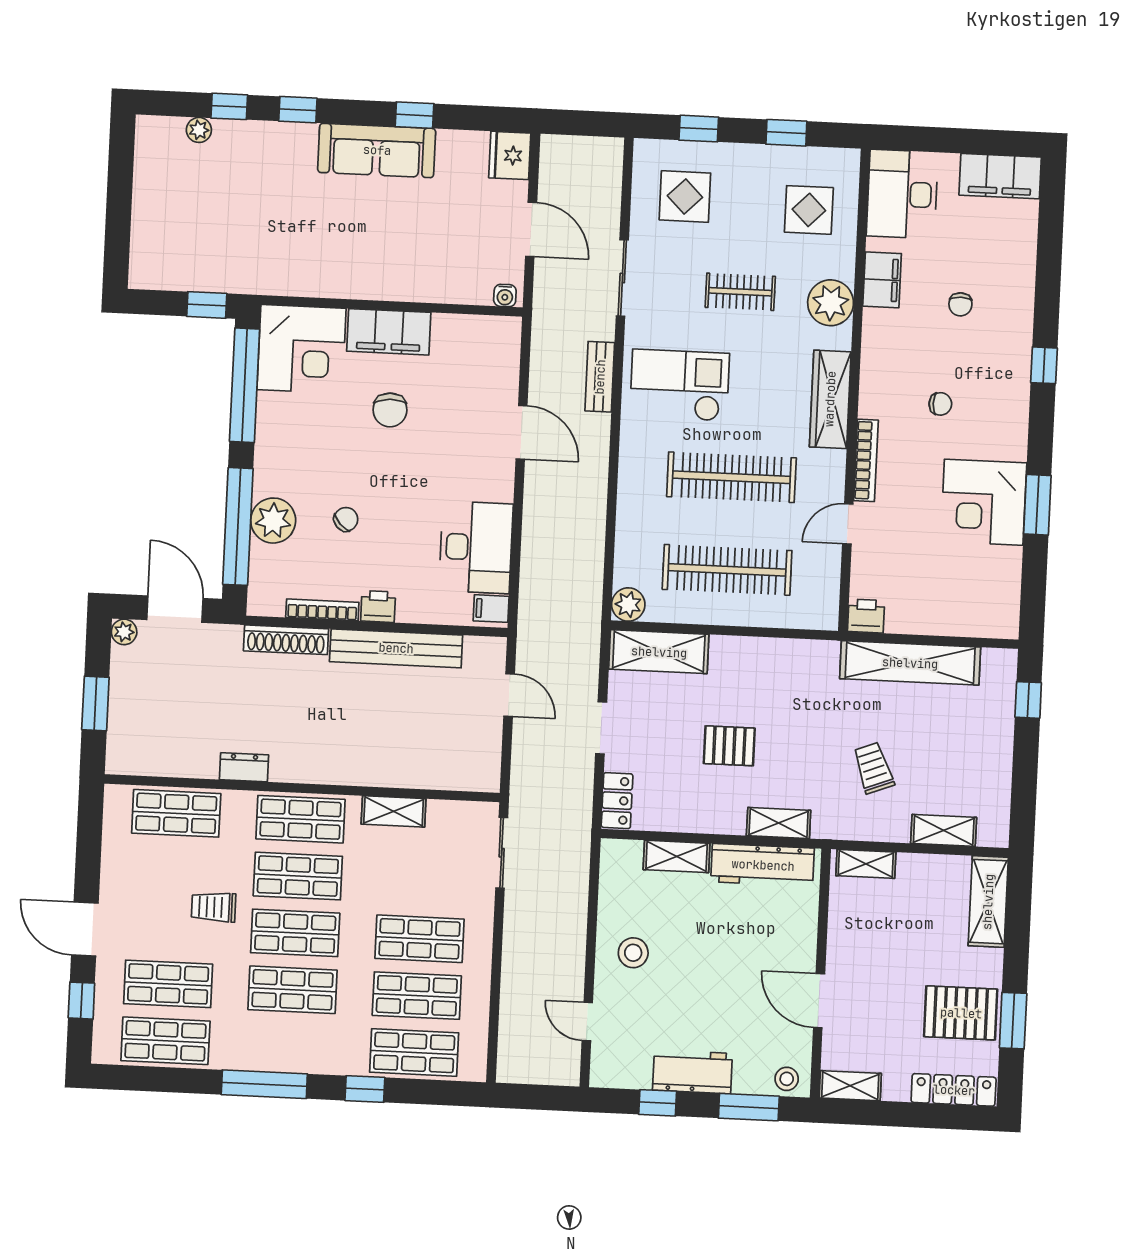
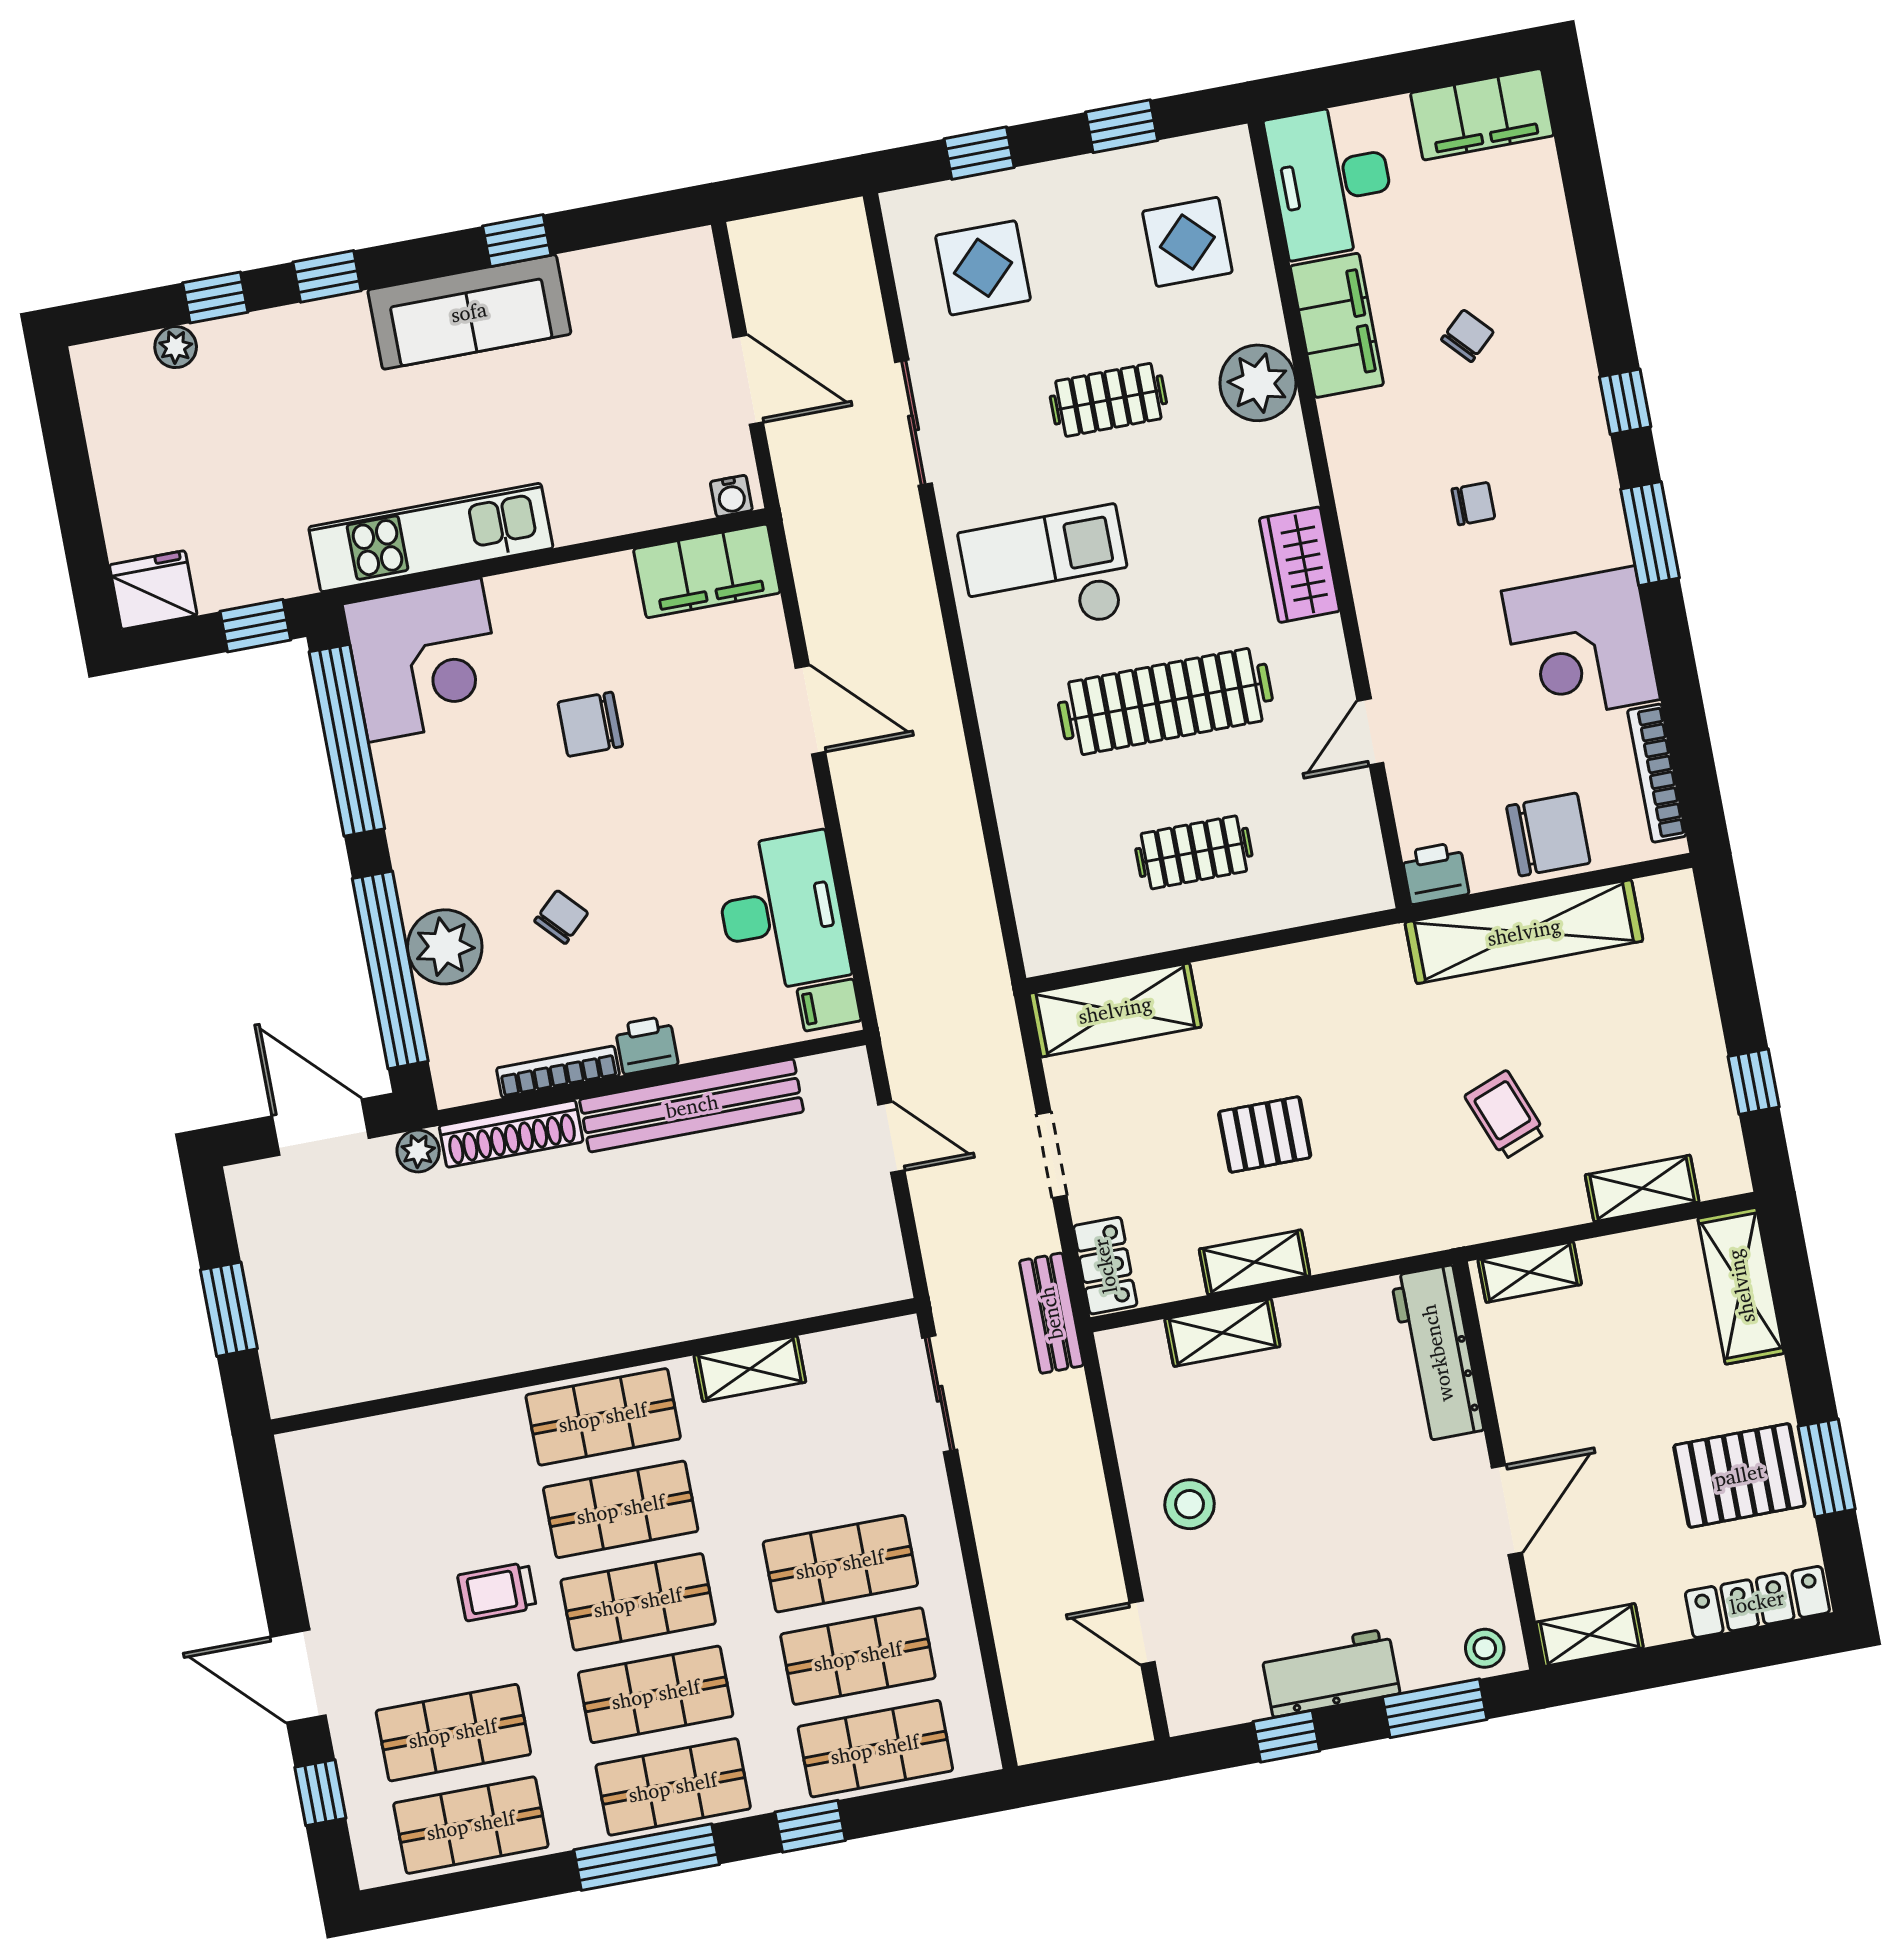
fridge: (510, 155) -> (153, 590), moved, turned 90
kitchen unit: (322, 278) -> (431, 537), added
filing cabinet: (882, 280) -> (1337, 325), width x1.50, depth x1.17
chair: (960, 304) -> (1467, 336), turned -133
filing cabinet: (389, 332) -> (707, 571), moved
bench: (600, 377) -> (1051, 1313), moved
wardrobe: (830, 399) -> (1299, 565), width x0.67
chair: (390, 410) -> (590, 724), turned 92
bookcase: (866, 460) -> (1657, 773), moved, turned 180
window: (1037, 505) -> (1650, 534), moved
clothes rail: (727, 570) -> (1194, 852), width x0.54, depth x0.76
plant: (628, 604) -> (1048, 946), removed
chair: (938, 609) -> (1548, 835), added
plant: (124, 632) -> (418, 1151), moved
window: (1028, 700) -> (1754, 1082), moved
dresser: (244, 767) -> (492, 1355), removed
shop shelf: (176, 813) -> (673, 1787), moved
shelving: (779, 823) -> (1255, 1262), moved
workbench: (763, 865) -> (1437, 1353), moved, turned 90
door: (819, 1001) -> (1507, 1510), swing flipped

